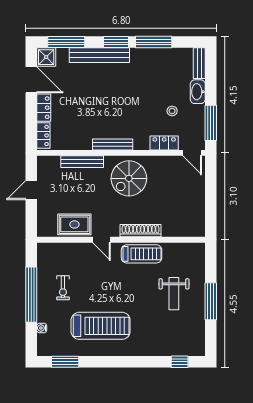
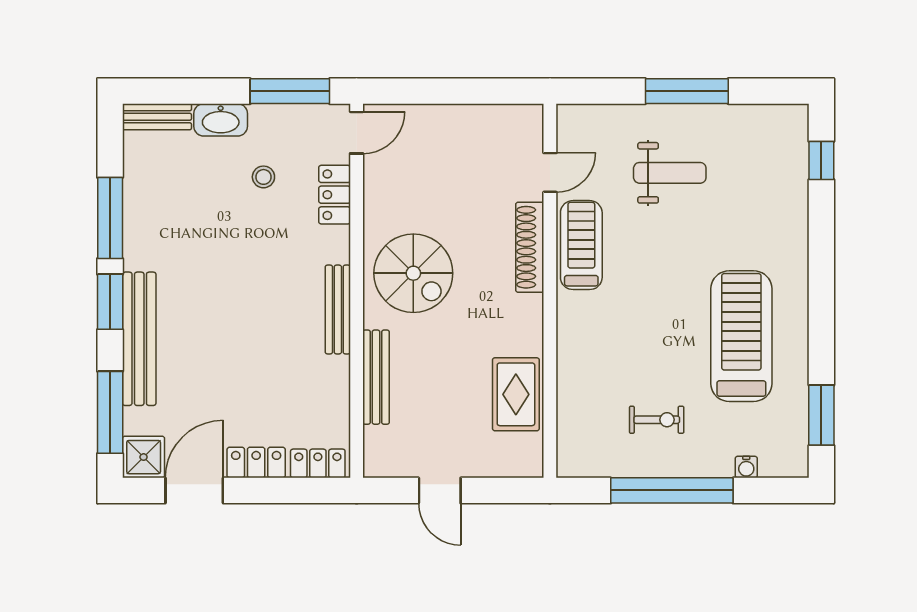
door: (101, 240) -> (550, 172), moved

